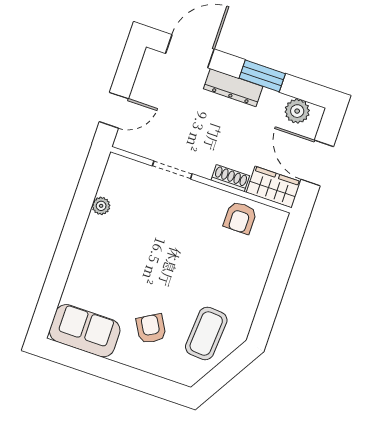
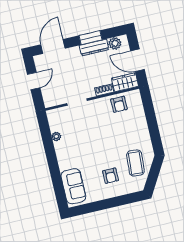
dresser: (233, 88) -> (94, 47), moved
door: (114, 110) -> (34, 81), moved
armchair: (151, 329) -> (111, 176), turned -150
sofa: (85, 331) -> (73, 186), moved, turned 90

